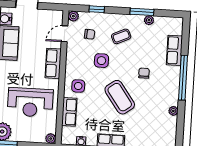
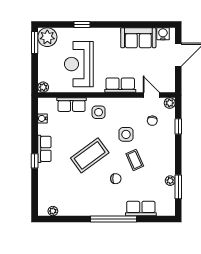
window: (142, 12) -> (178, 187), moved
coffee table: (121, 36) -> (135, 160), moved
plant: (173, 111) -> (53, 211), moved

